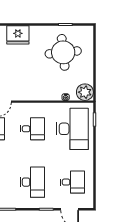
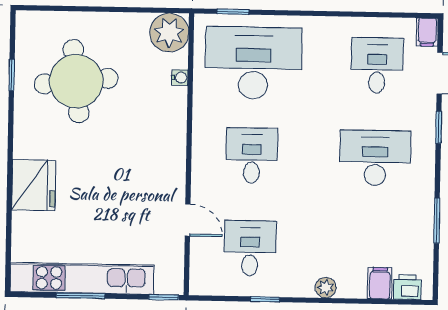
filing cabinet: (87, 204) -> (427, 32), added

